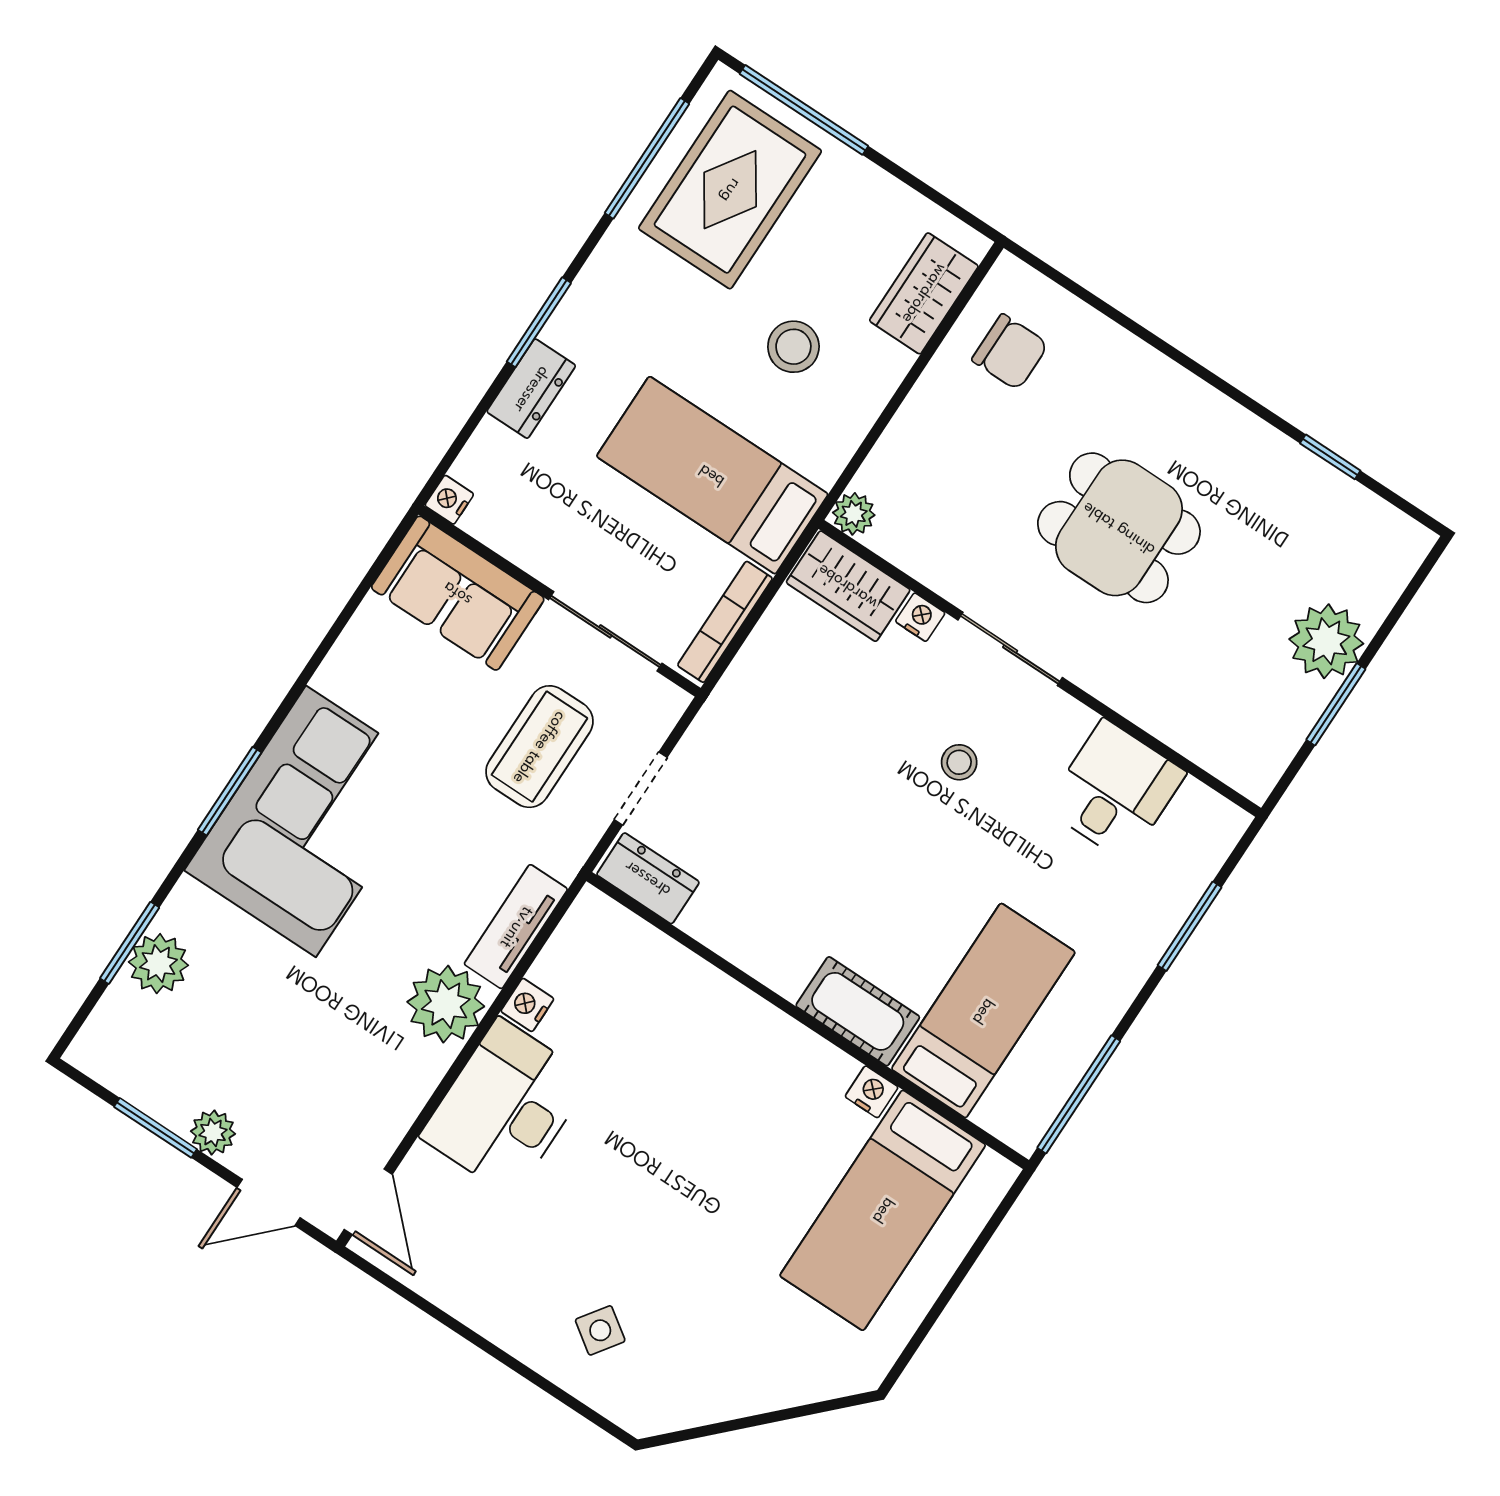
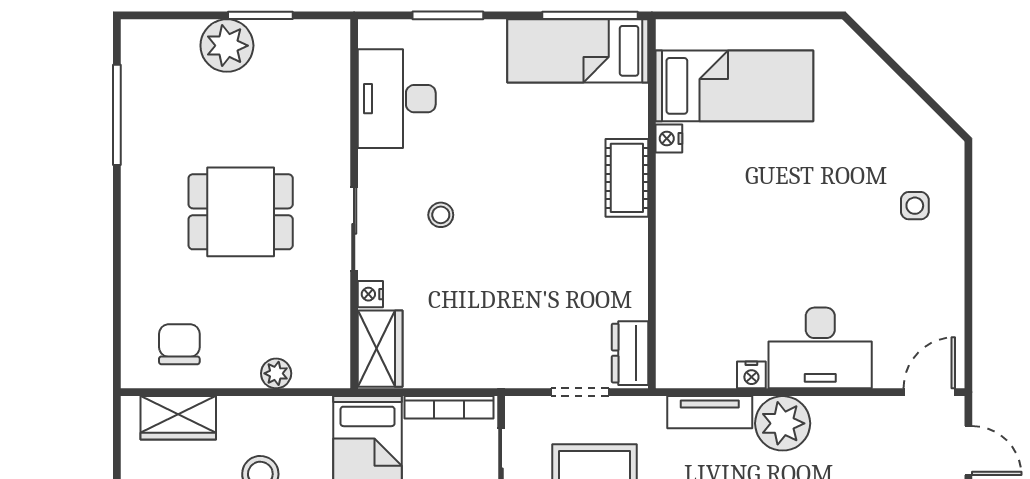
window: (1330, 457) -> (117, 115), width x2.17
plant: (854, 514) -> (276, 373), moved
dining table: (1119, 528) -> (241, 212), turned 90
desk: (1115, 790) -> (397, 99), width x1.37
bed: (983, 1011) -> (578, 51), moved
side table: (600, 1330) -> (915, 206), turned -35

